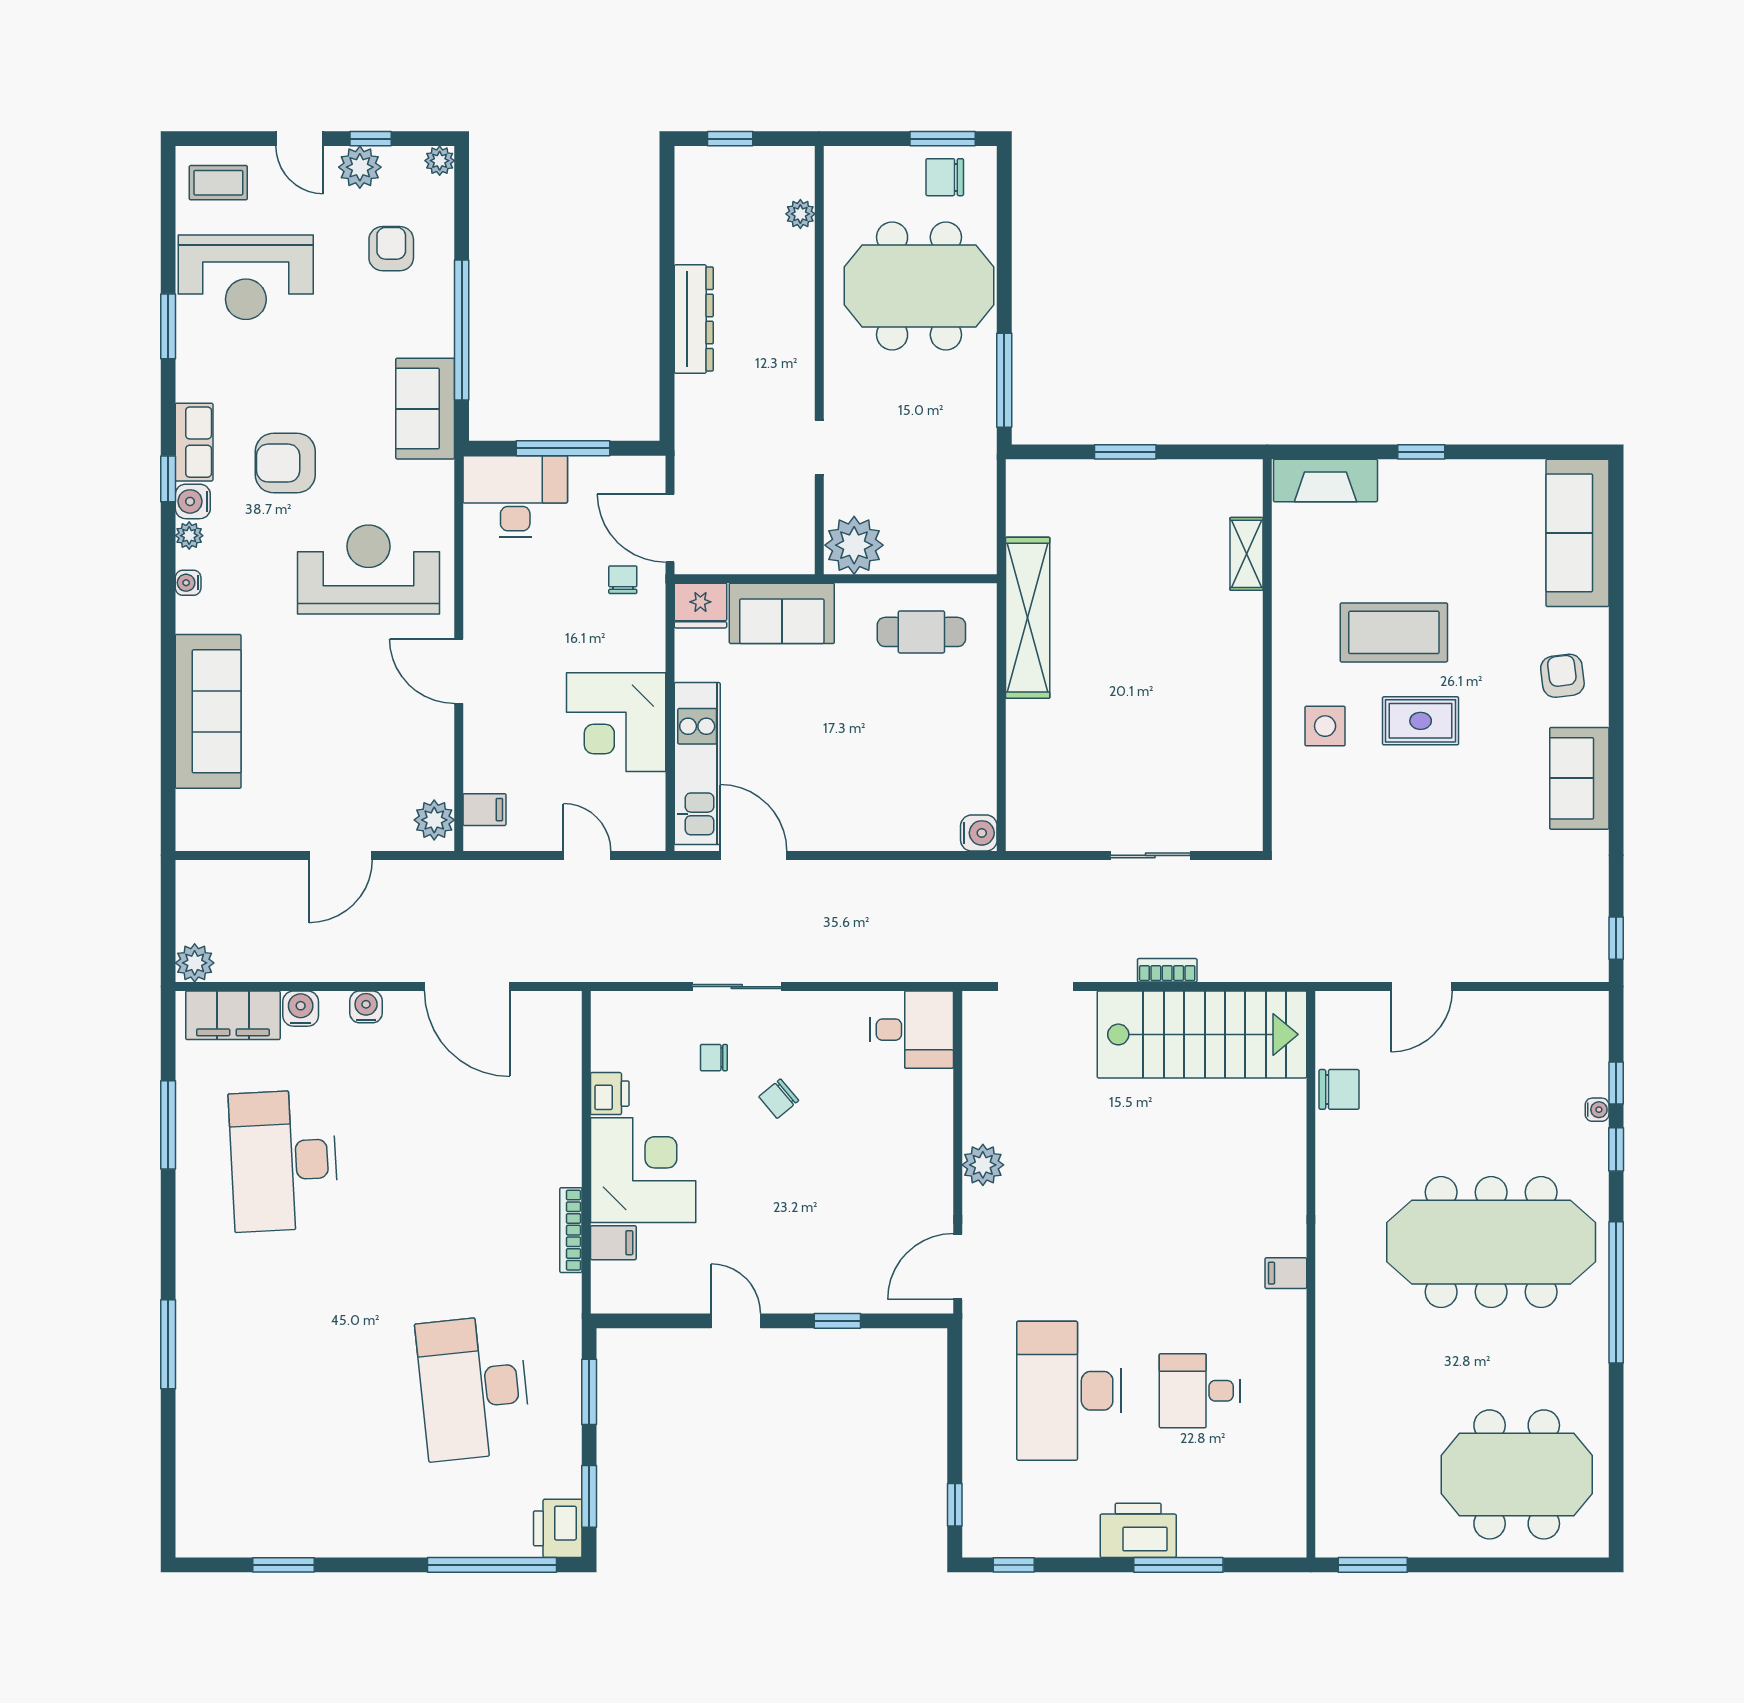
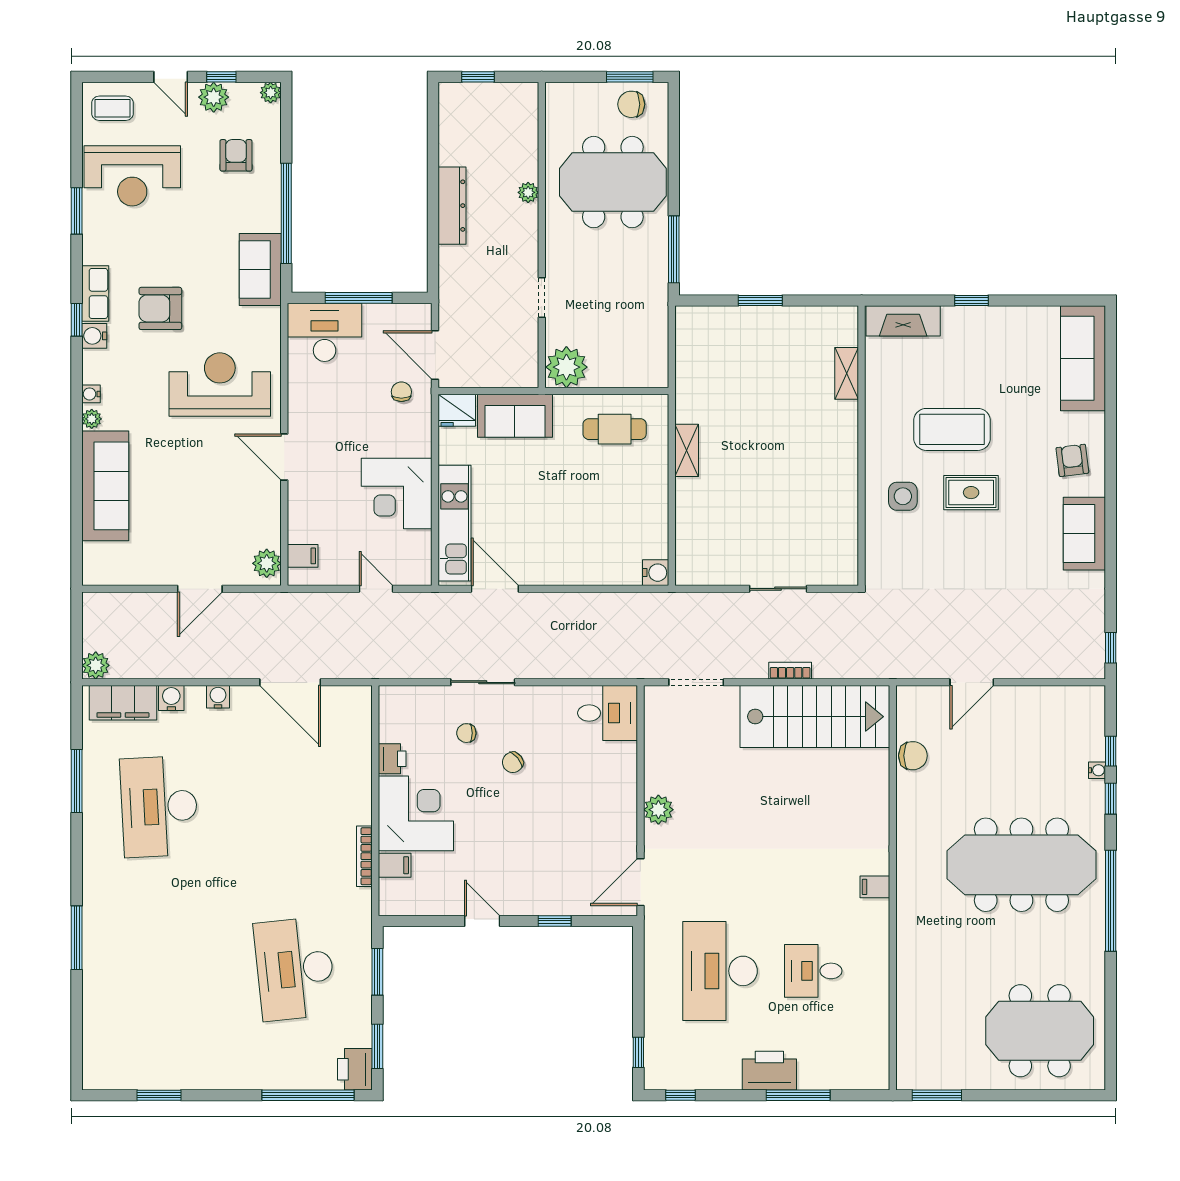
plant: (800, 214) -> (528, 192), moved
plant: (189, 536) -> (92, 419), moved
shelving: (1028, 618) -> (687, 450), width x0.45, depth x0.75

